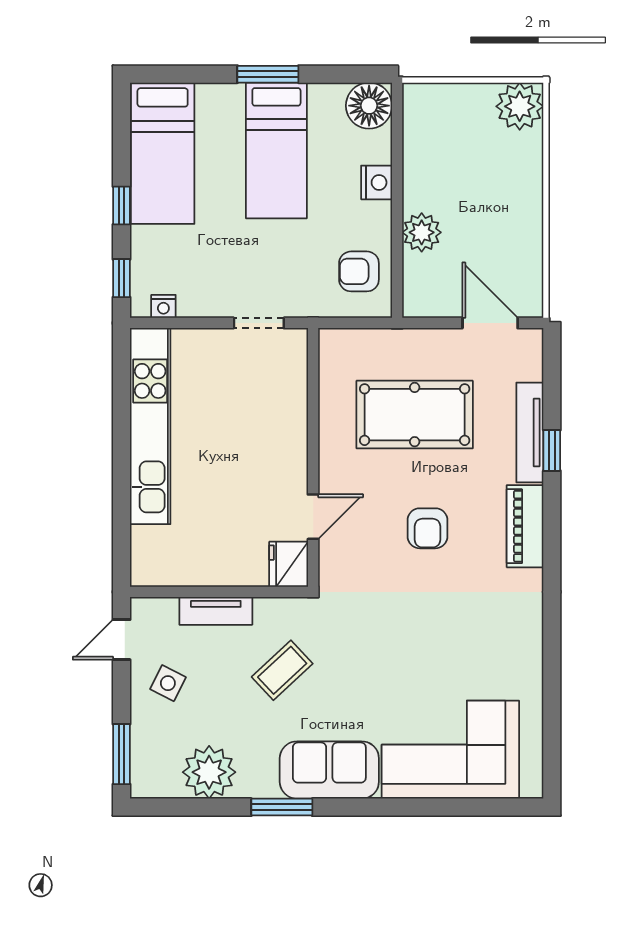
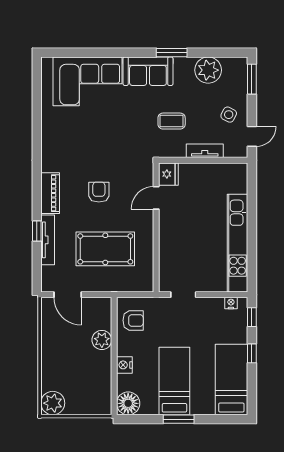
coffee table: (282, 670) -> (172, 121), turned 43

